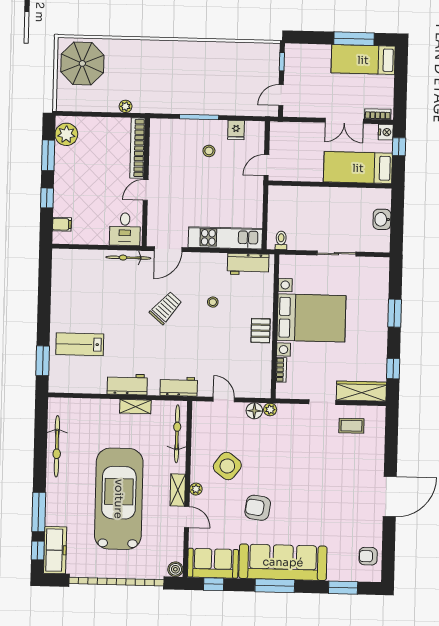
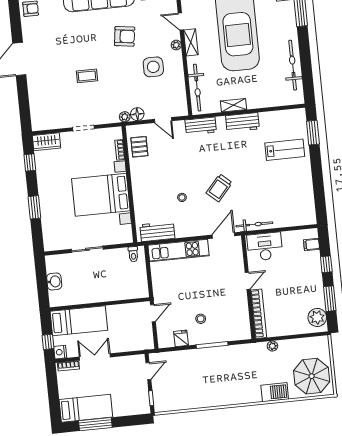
barbecue: (130, 50) -> (275, 392), added
desk: (125, 229) -> (265, 247), width x1.37
pallet: (261, 331) -> (139, 147), moved
wardrobe: (361, 391) -> (46, 142), width x0.67
coffee table: (351, 426) -> (87, 76), moved
side table: (227, 466) -> (153, 67), turned -37

